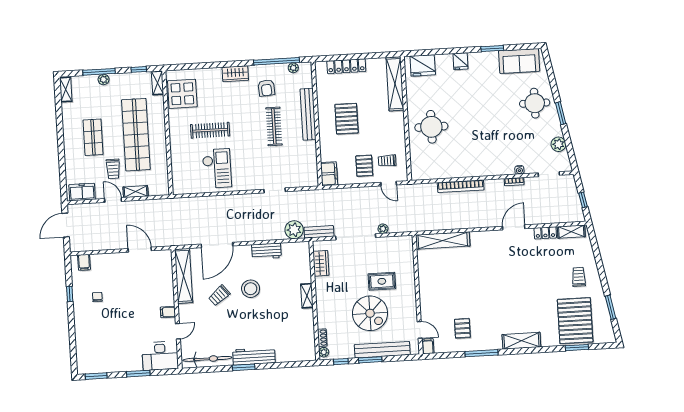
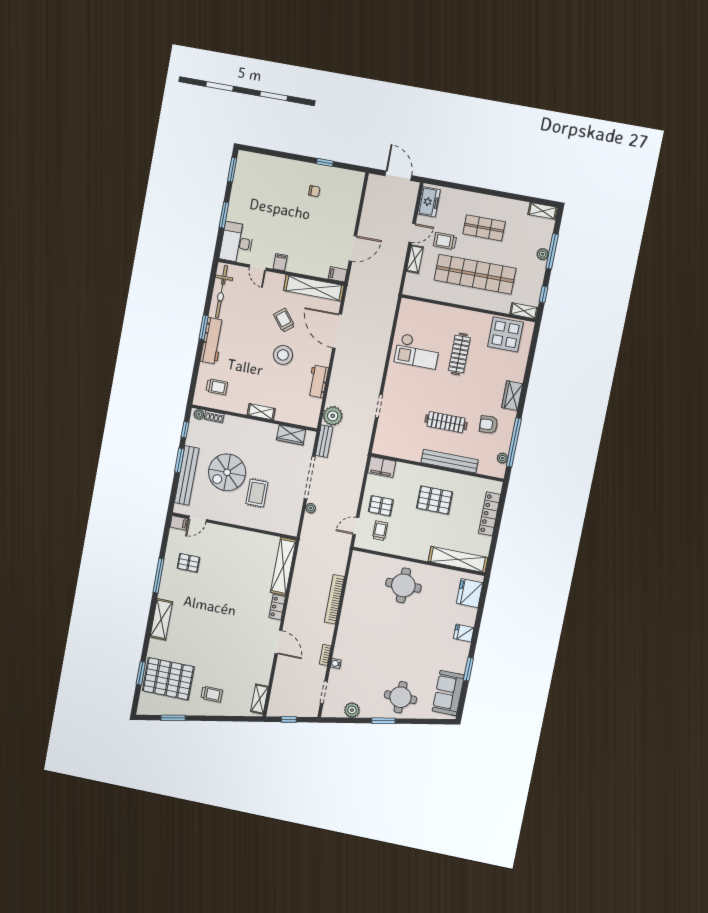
locker: (545, 233) -> (277, 607), moved
filing cabinet: (84, 262) -> (338, 274), moved
trolley: (295, 342) -> (217, 387), added

